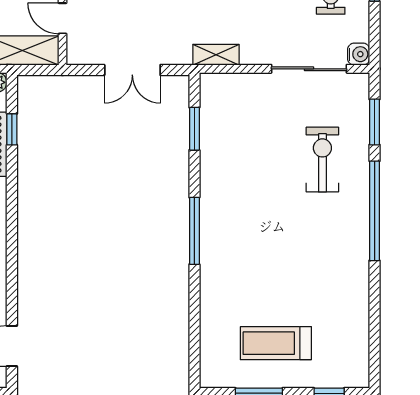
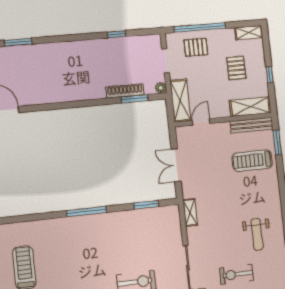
window: (12, 129) -> (135, 99), width x1.50

